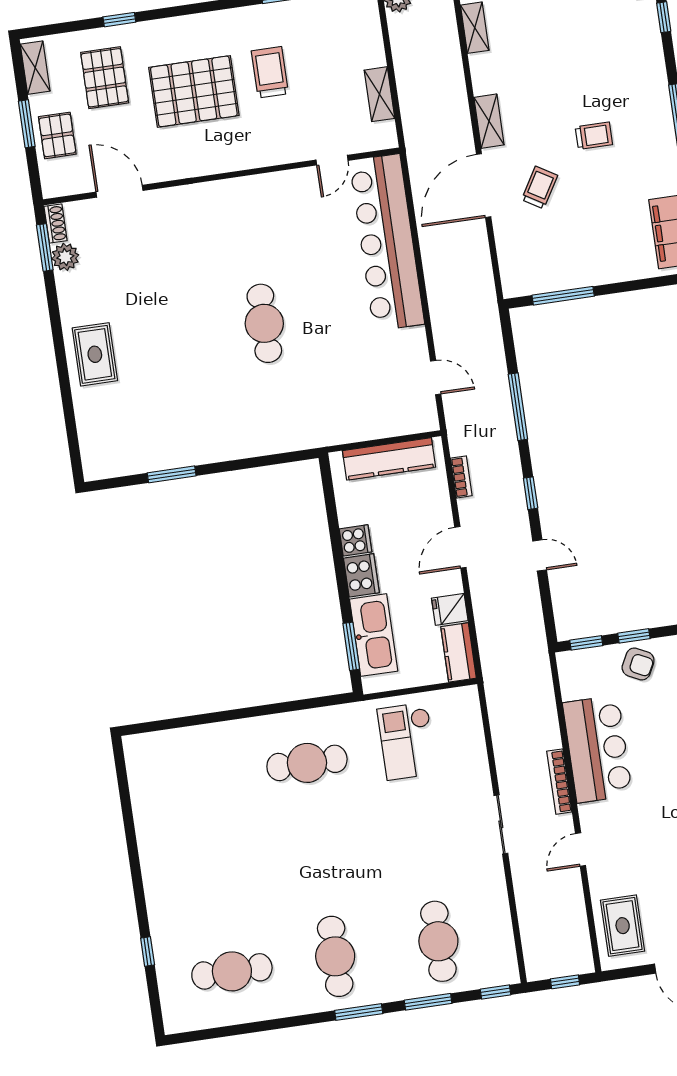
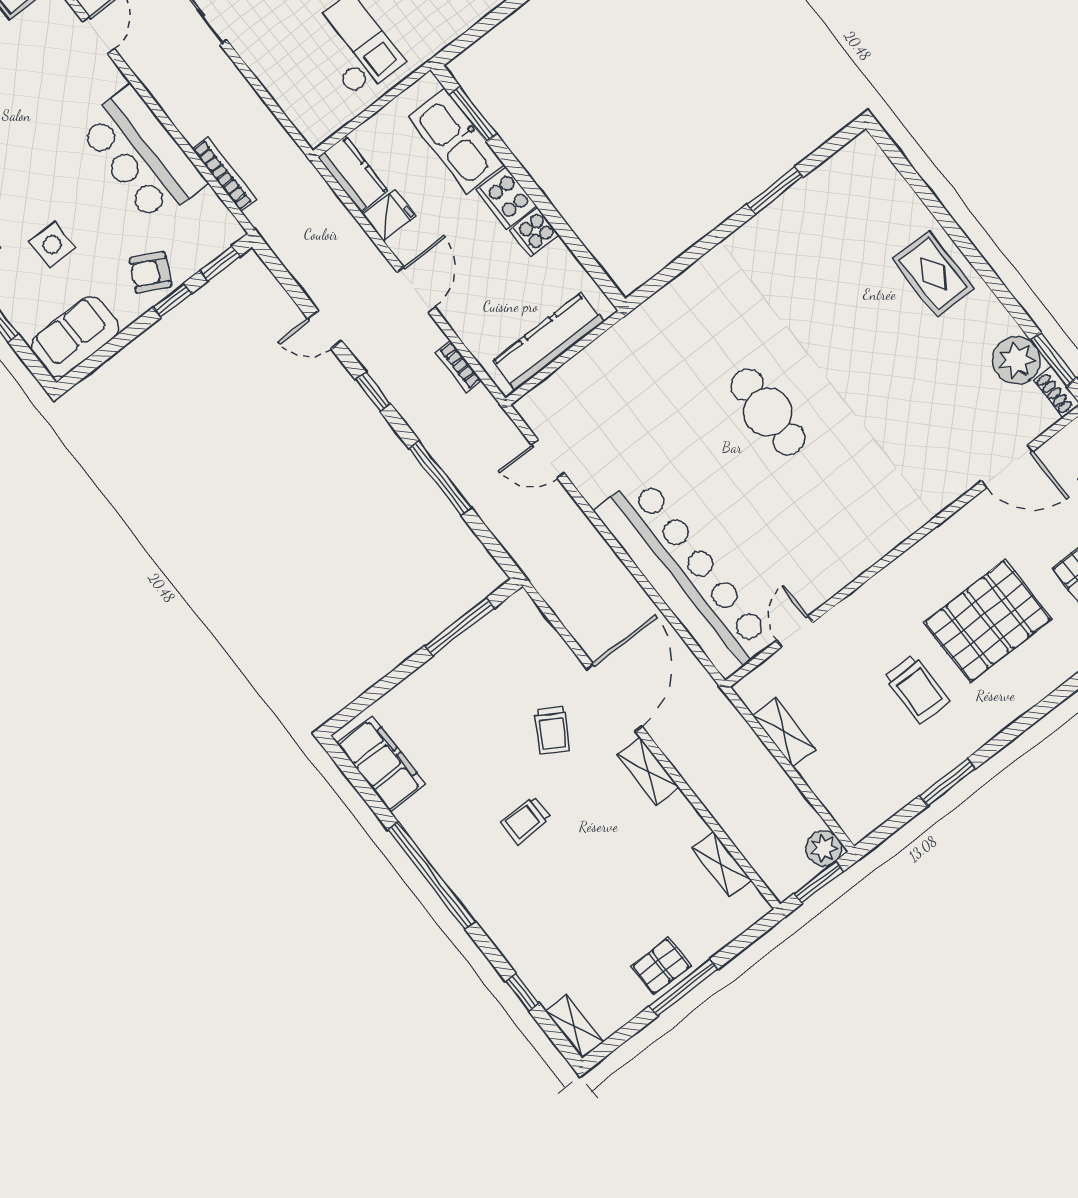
plant: (65, 257) -> (1017, 360), width x1.36, depth x1.36
bookcase: (559, 782) -> (224, 174), moved

